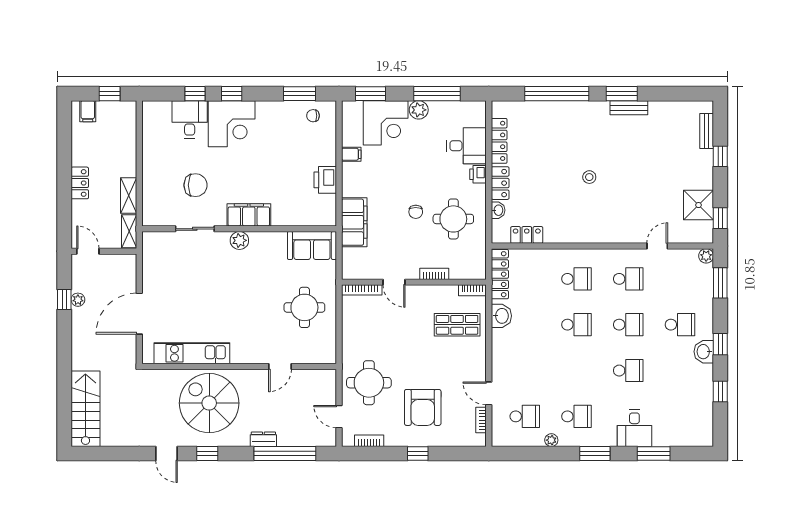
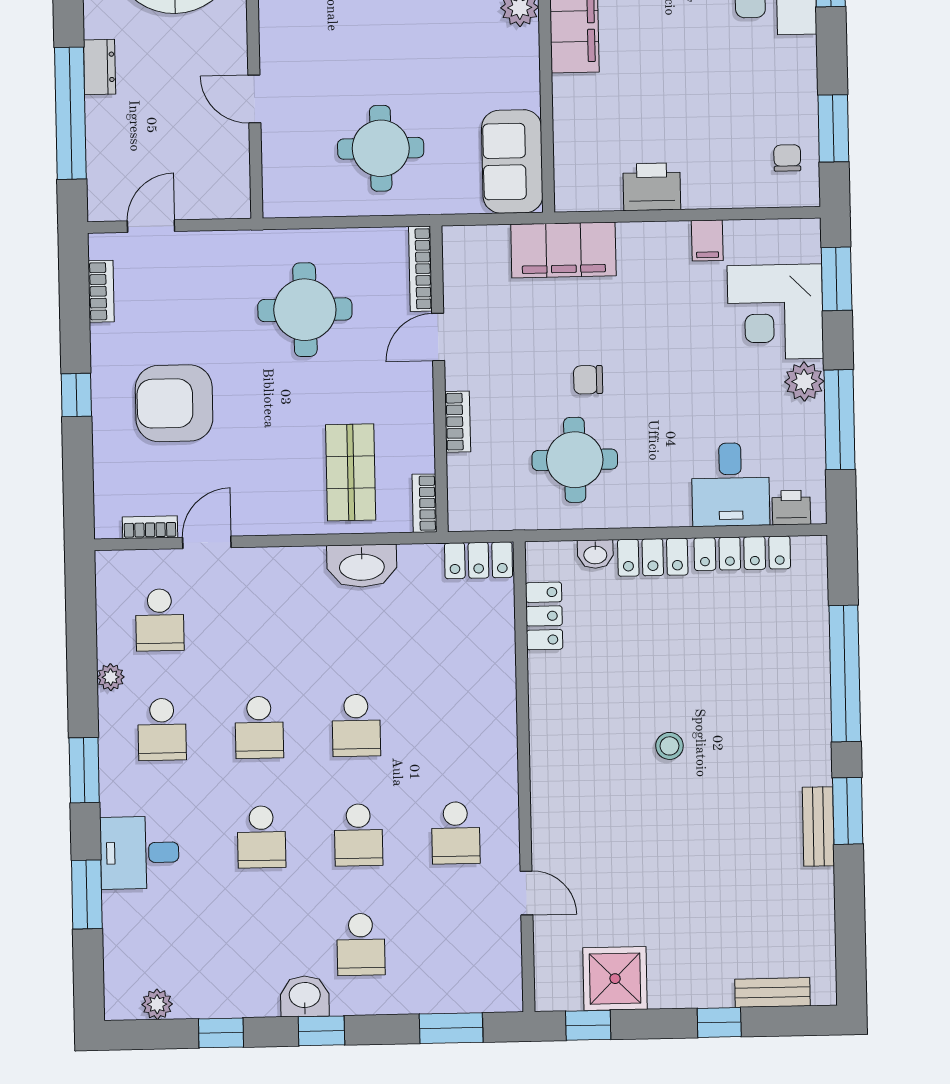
printer: (478, 174) -> (791, 508), moved
plant: (706, 256) -> (157, 1004), moved
locker: (500, 274) -> (478, 560), width x0.66
school desk: (577, 279) -> (259, 727), moved
washbasin: (501, 316) -> (362, 566), width x1.38
round table: (369, 383) -> (305, 310), moved

